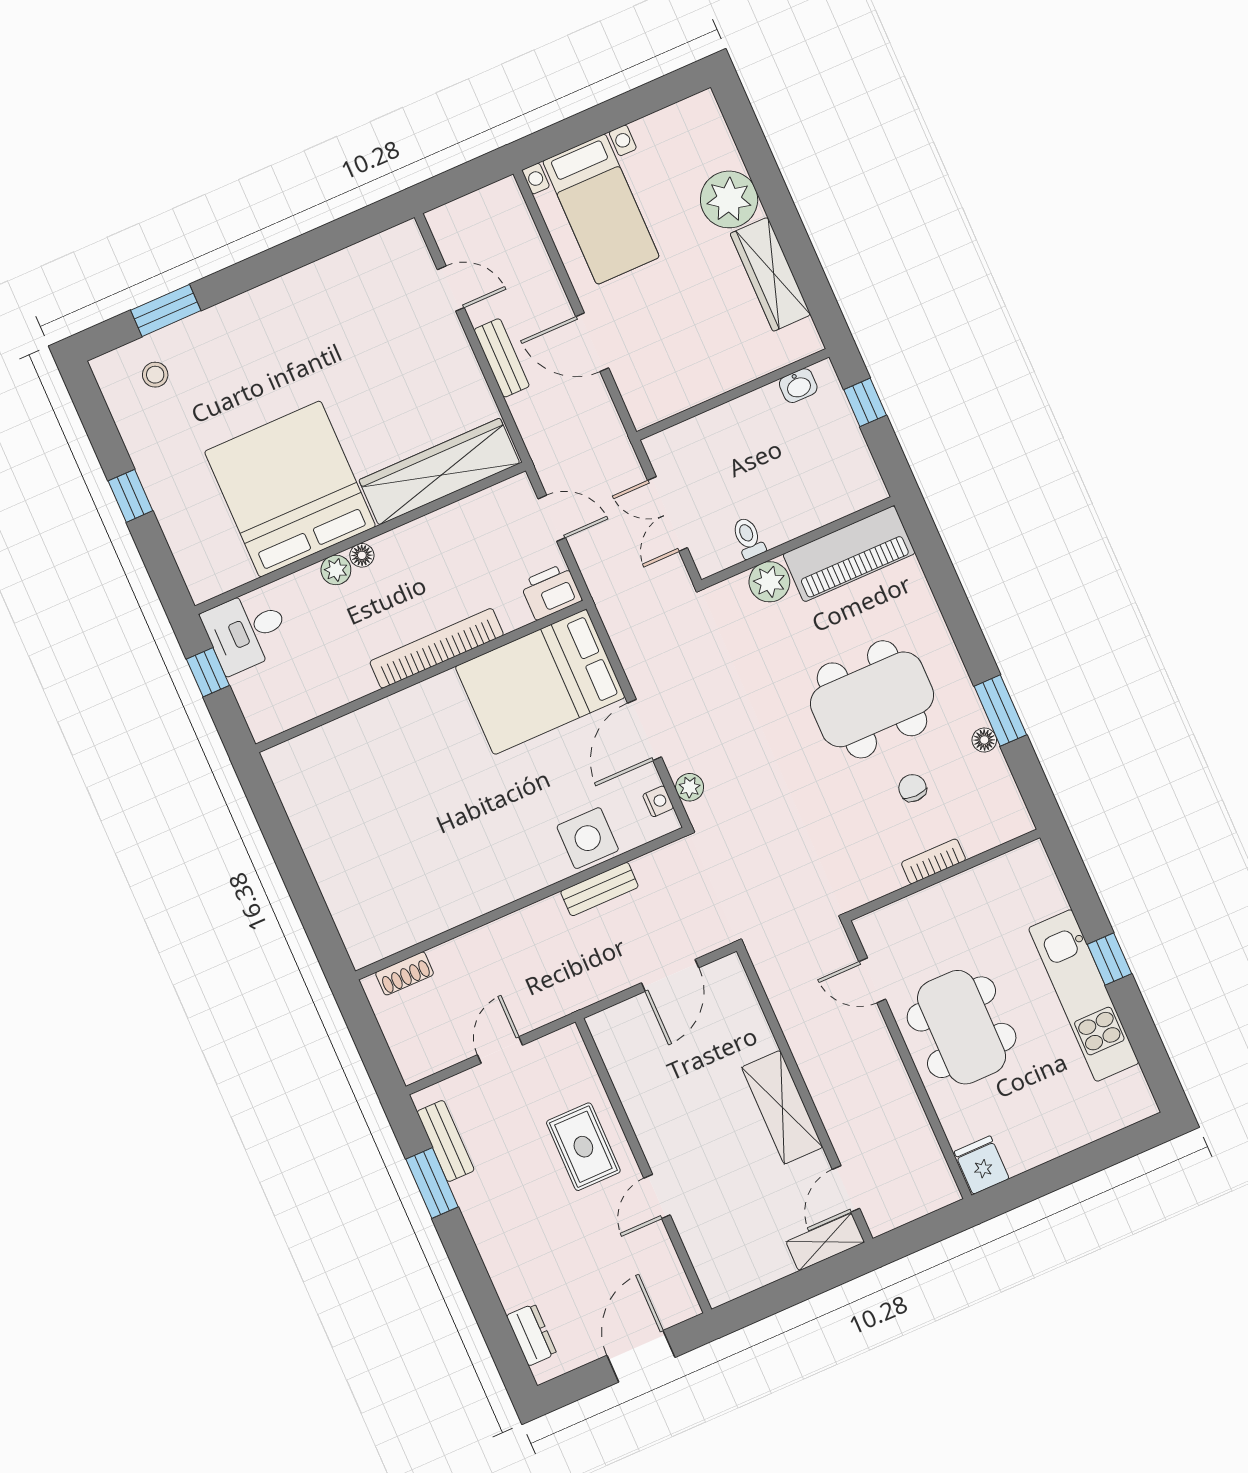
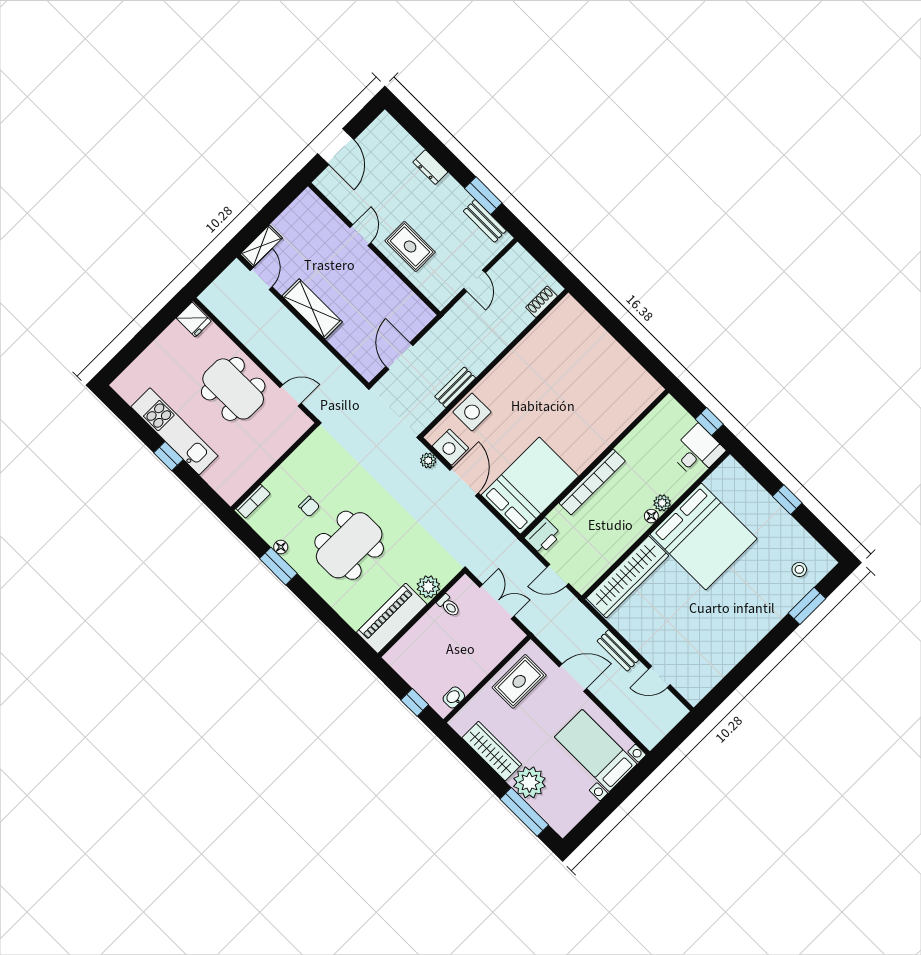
window: (756, 155) -> (524, 812), added
rug: (682, 370) -> (519, 681), added
nightstand: (658, 801) -> (450, 447), width x1.89, depth x1.79
bookcase: (933, 861) -> (253, 501), moved
dresser: (532, 1335) -> (430, 167), moved

